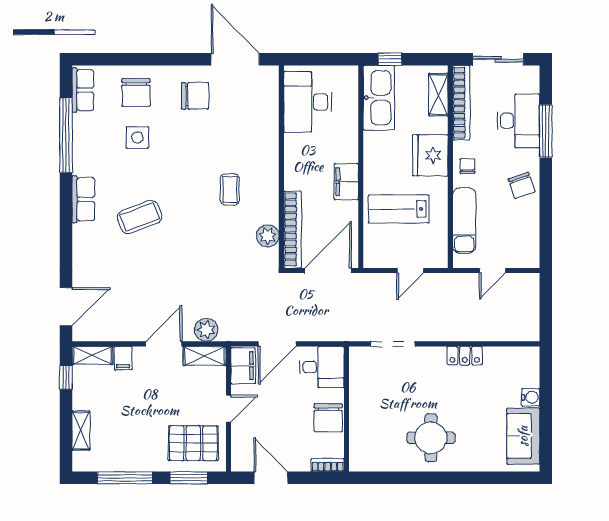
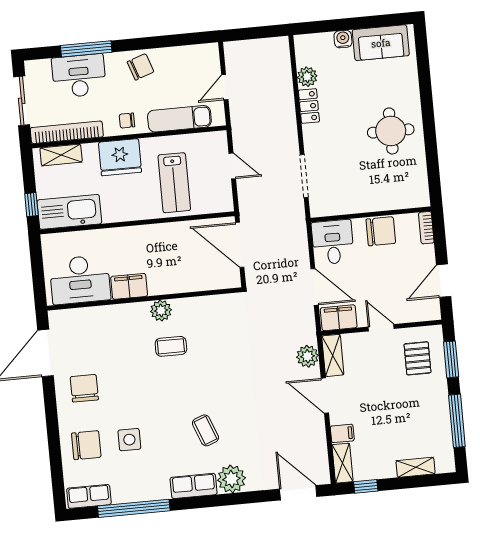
filing cabinet: (346, 182) -> (129, 286), moved, turned 180
coffee table: (140, 217) -> (205, 430), width x0.73, depth x0.77
bookcase: (293, 230) -> (204, 283), removed
plant: (268, 236) -> (161, 311), moved
plant: (87, 239) -> (231, 479), added
door: (492, 271) -> (225, 87), swing flipped
plant: (495, 357) -> (307, 77), added
pallet: (193, 443) -> (417, 358), width x0.67, depth x0.71

